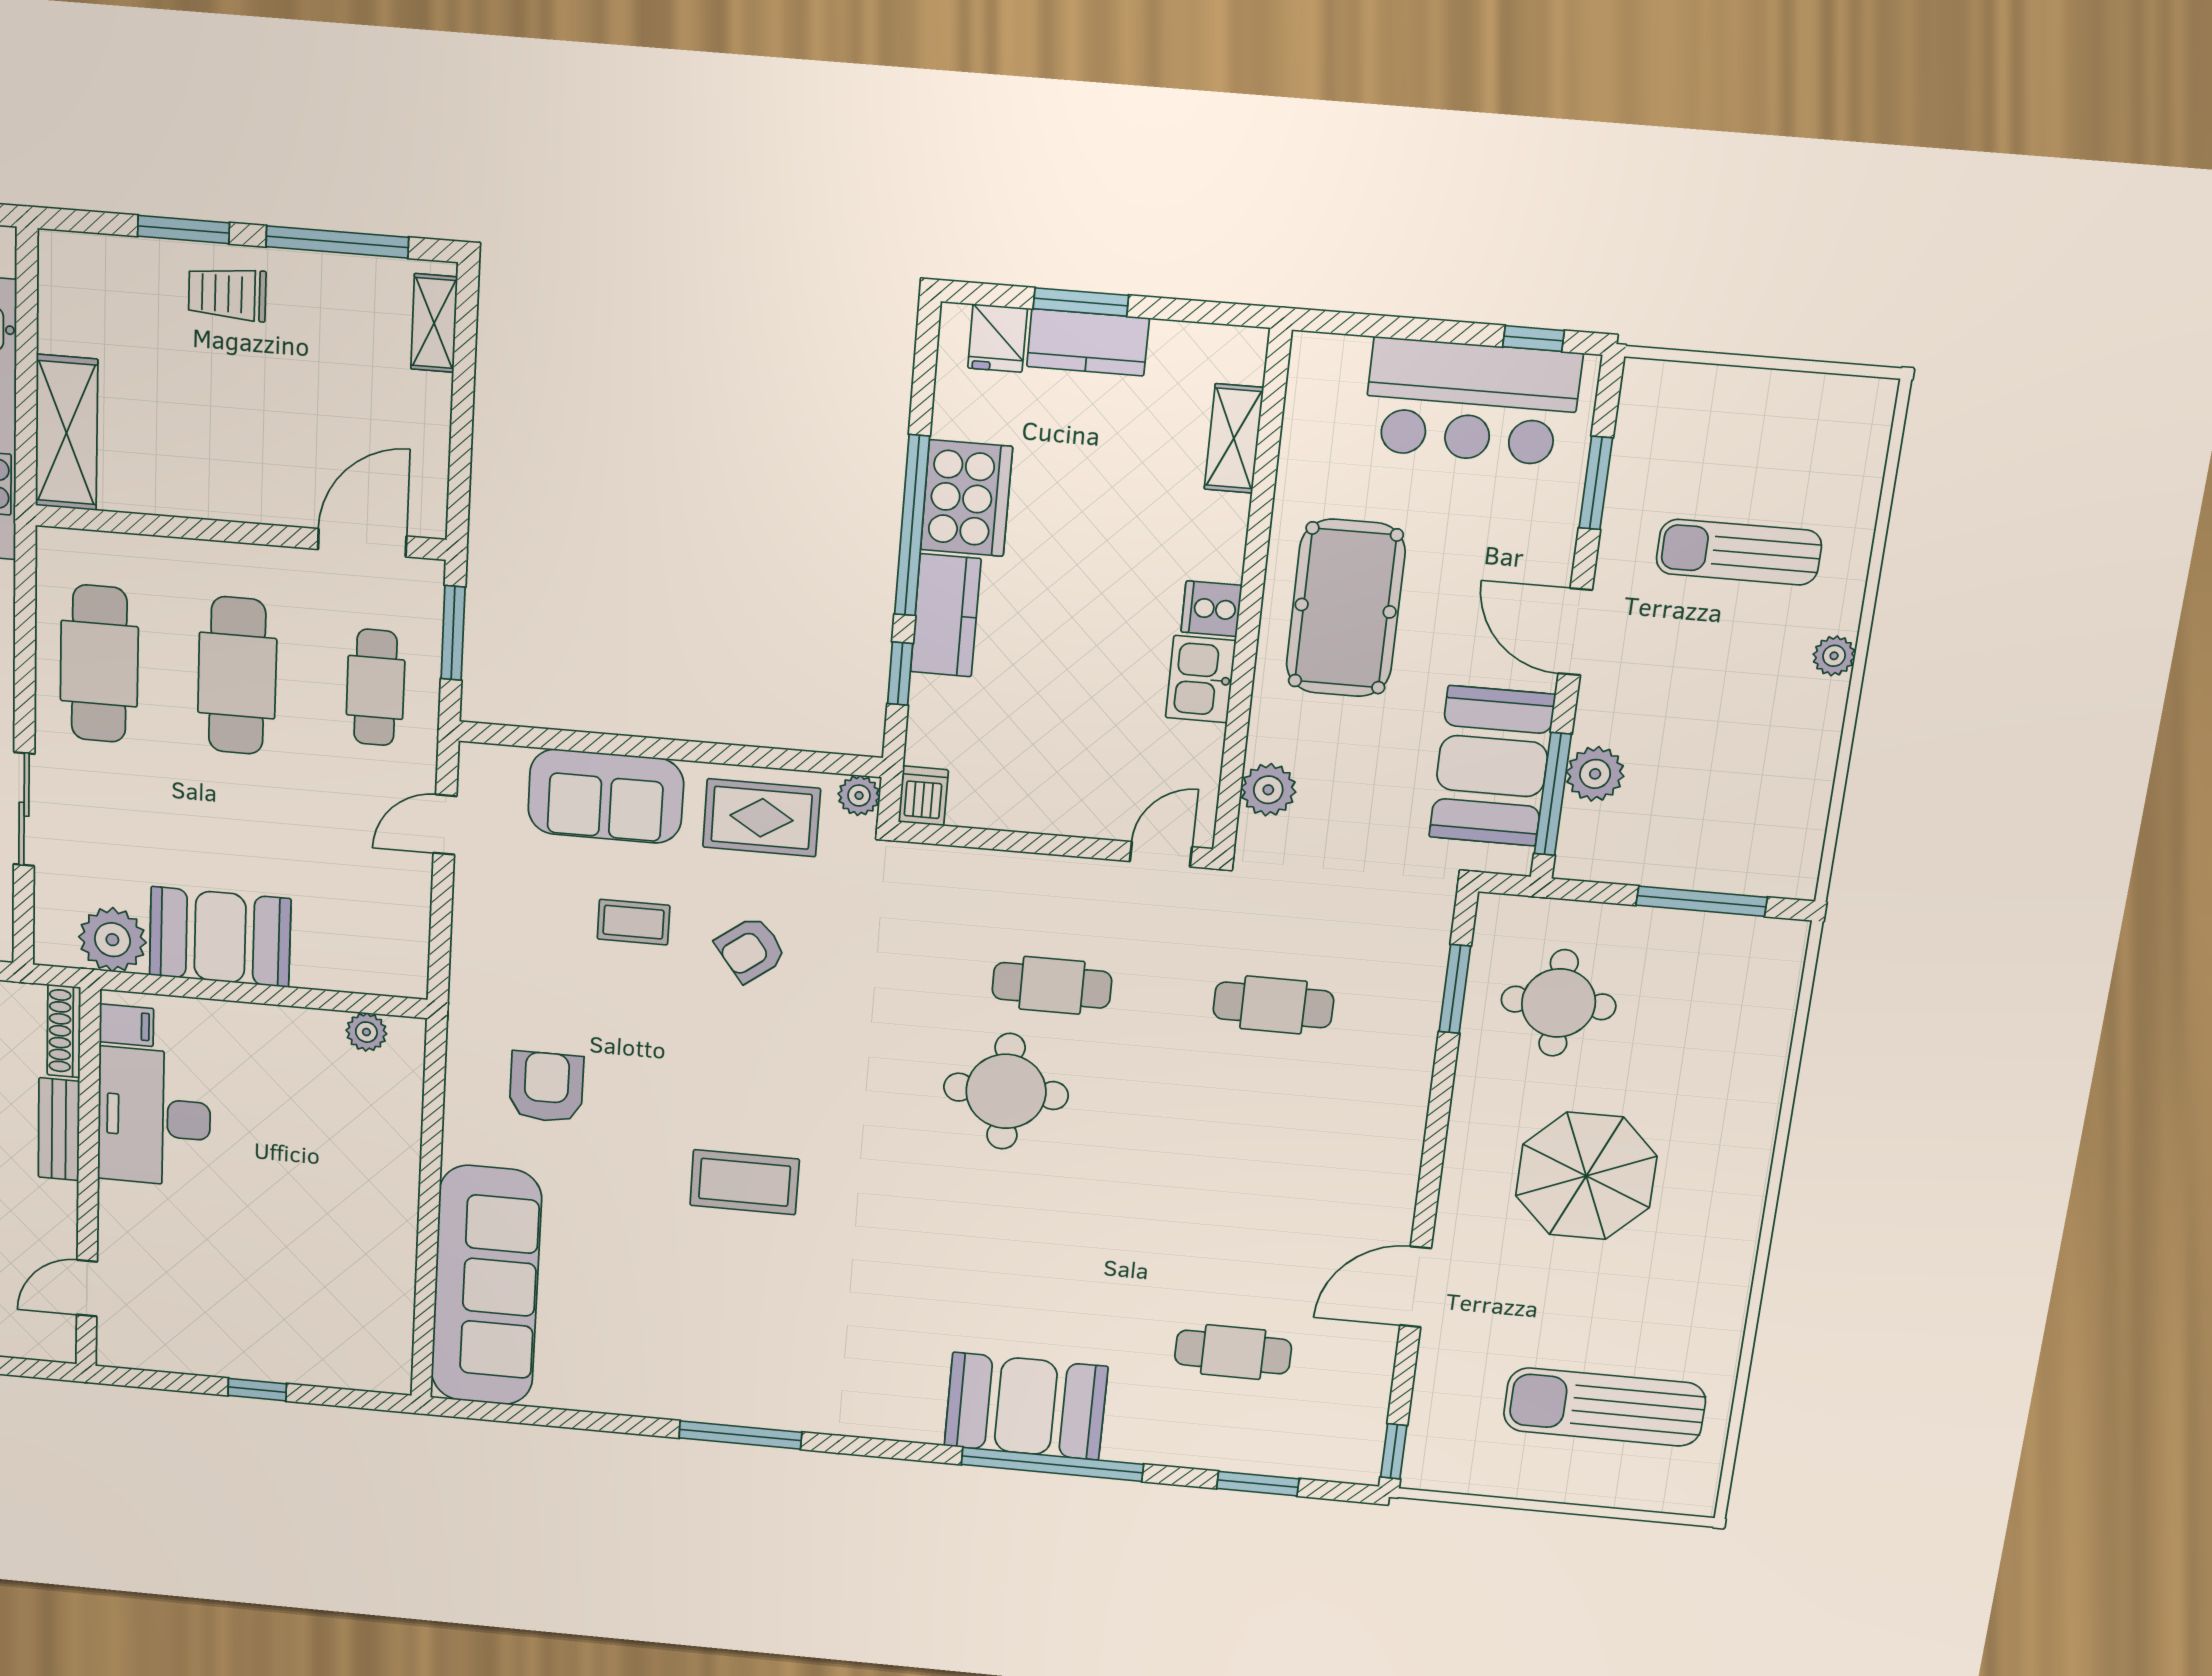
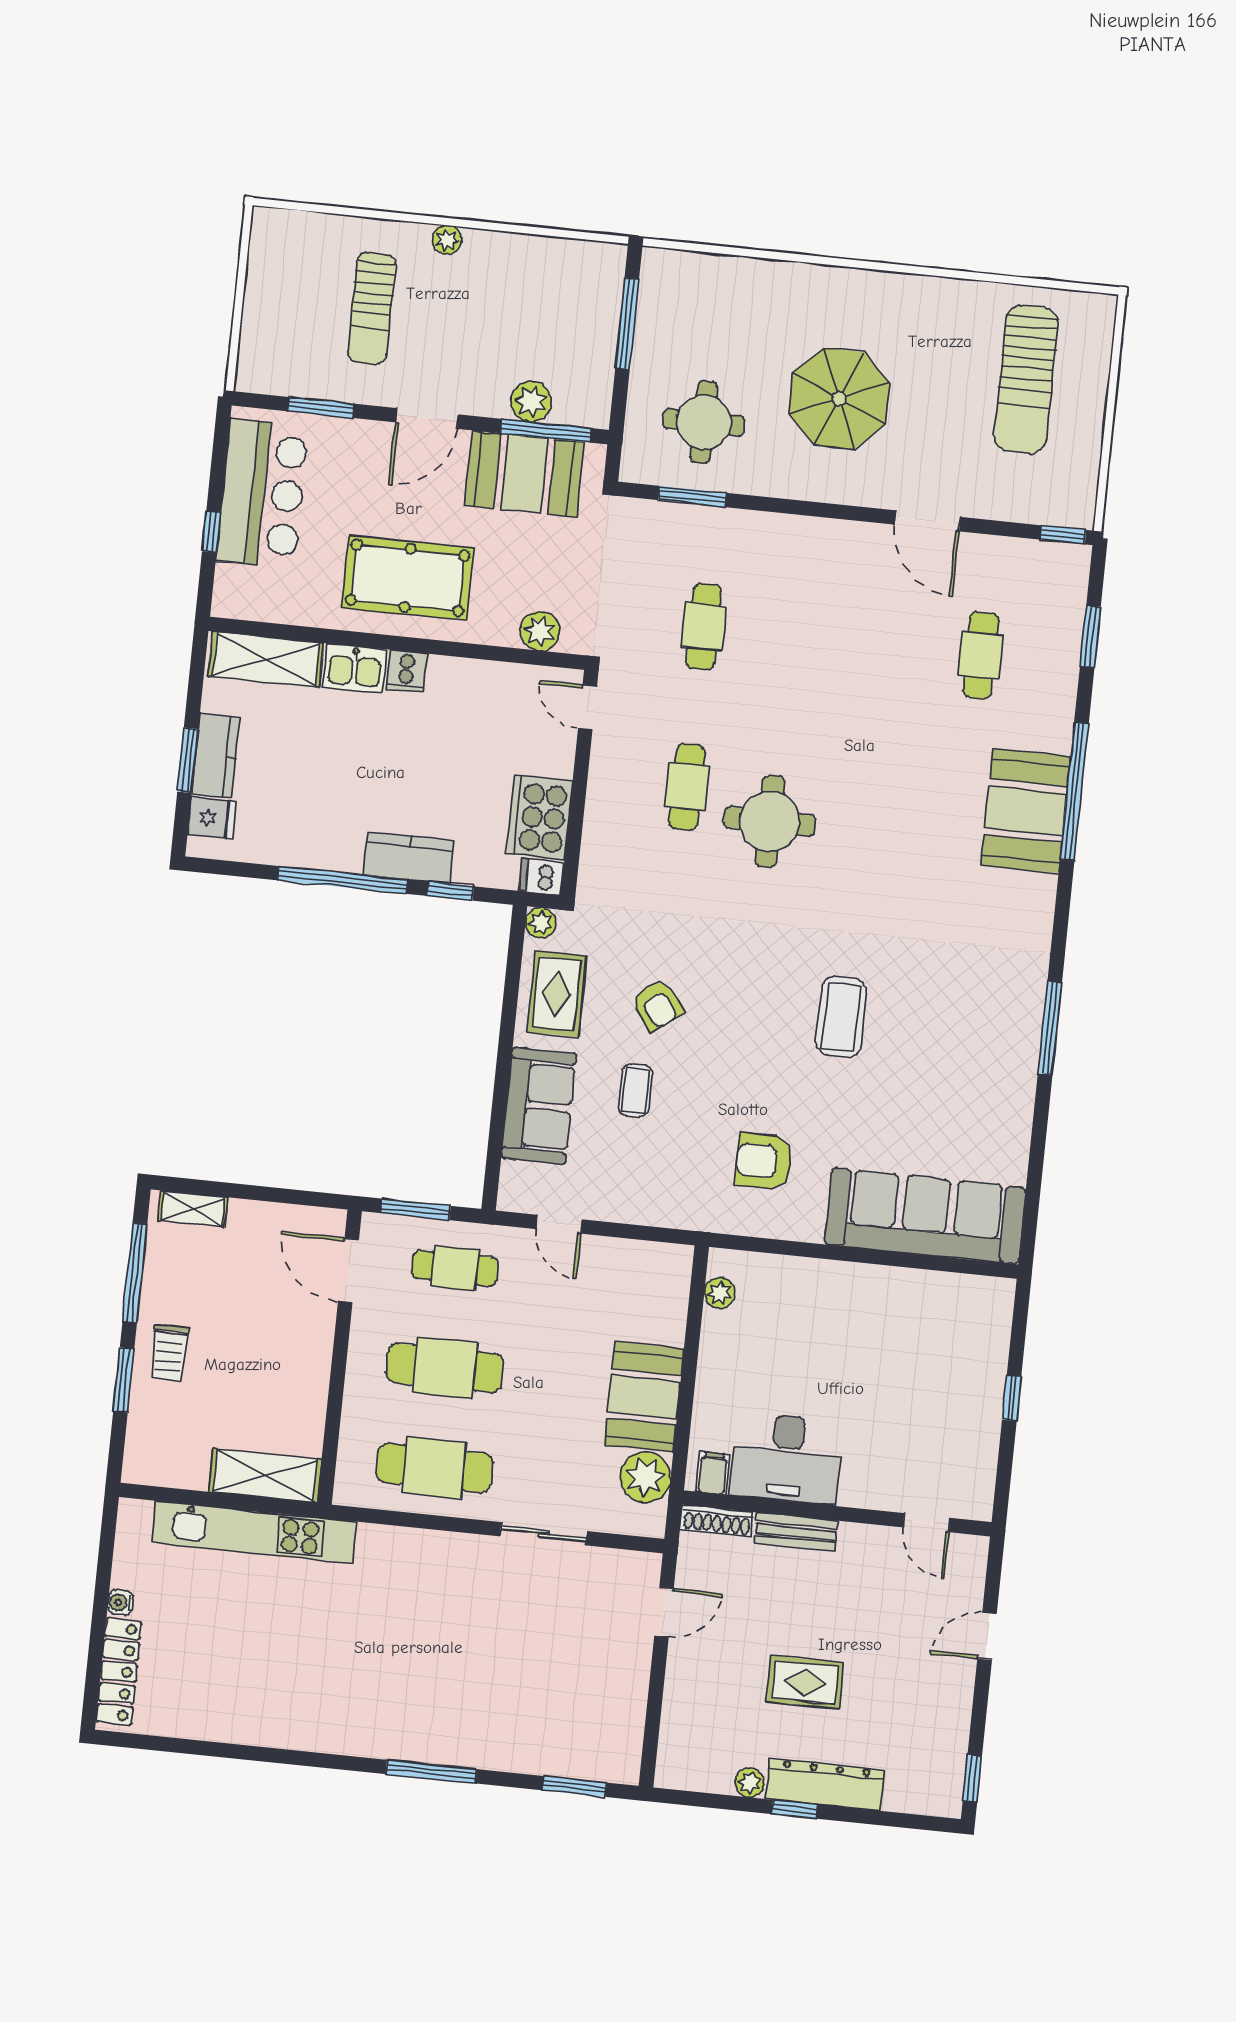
window: (1534, 339) -> (211, 532), moved
shelving: (1234, 438) -> (266, 659), width x1.50, depth x1.33
cooker: (966, 498) -> (540, 818), moved, turned -90
kitchen sink: (1201, 679) -> (355, 668), moved

